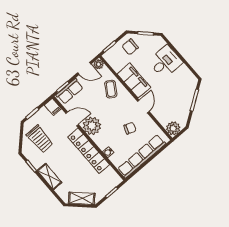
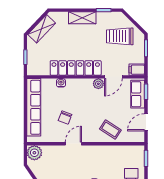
plant: (99, 64) -> (139, 137), removed
filing cabinet: (134, 81) -> (101, 154), removed
door: (143, 106) -> (73, 144), swing flipped
plant: (92, 126) -> (98, 84), width x0.53, depth x0.53

